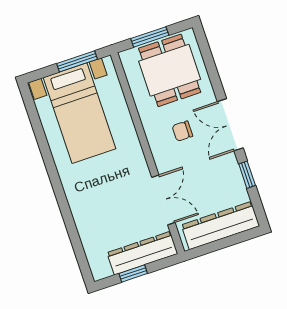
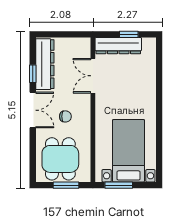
dresser: (220, 226) -> (45, 64), moved, turned -90

